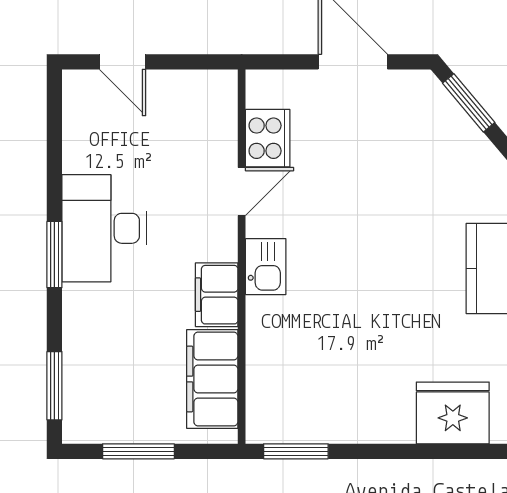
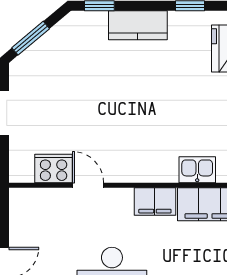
kitchen sink: (266, 267) -> (197, 170), moved

